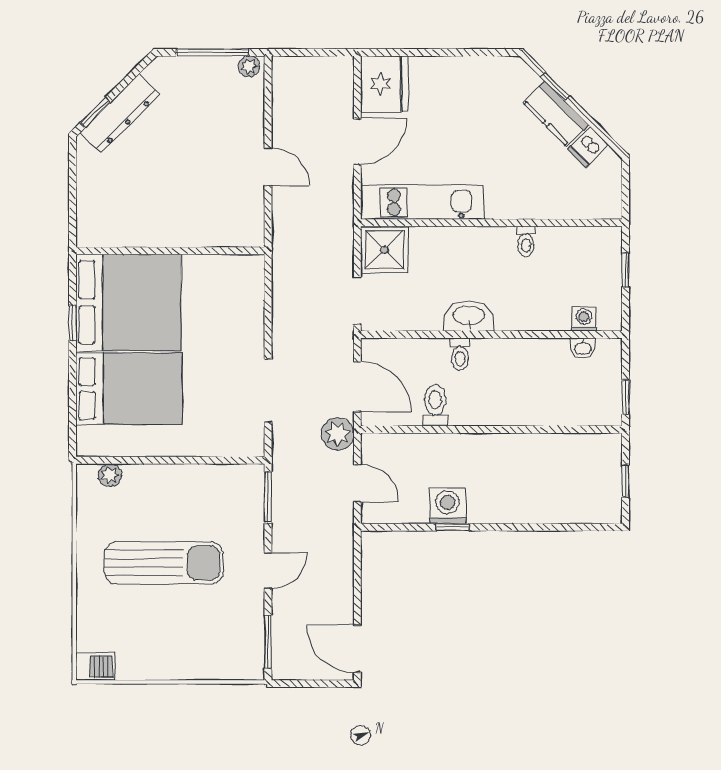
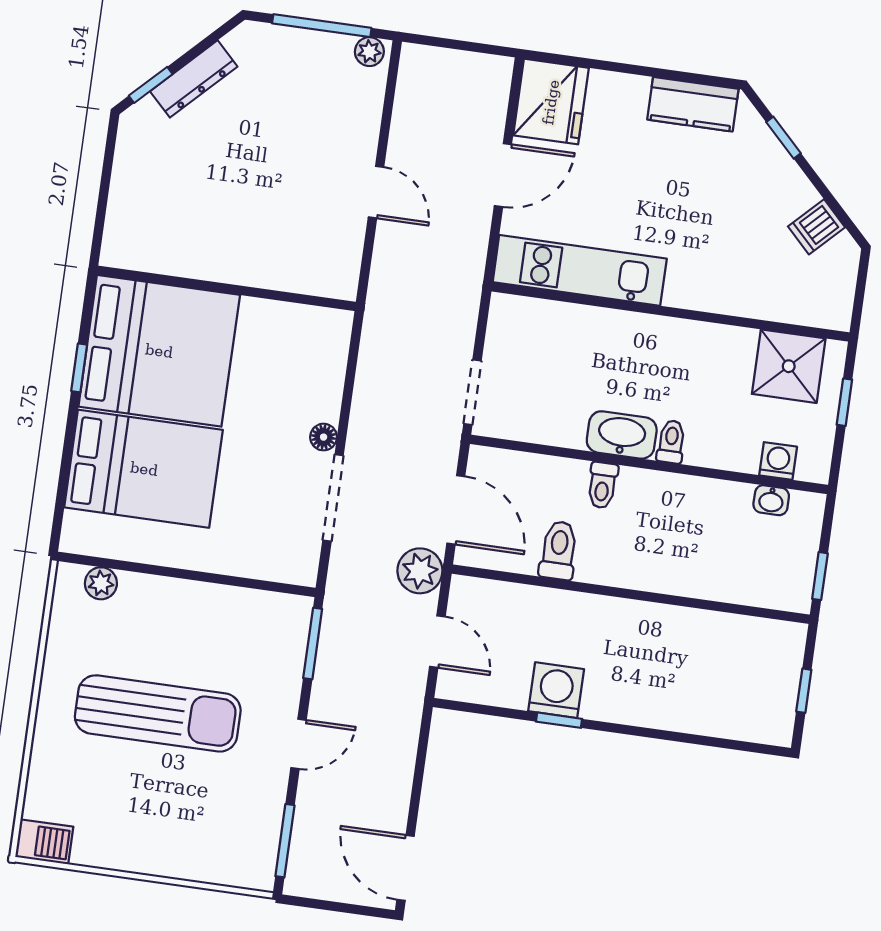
dresser: (120, 114) -> (194, 79), width x0.73, depth x0.80
kitchen counter: (556, 114) -> (693, 104), moved, turned -45
toilet: (526, 241) -> (671, 442), moved, turned 180
shower: (384, 250) -> (789, 366), moved
floor lamp: (255, 348) -> (324, 437), added

